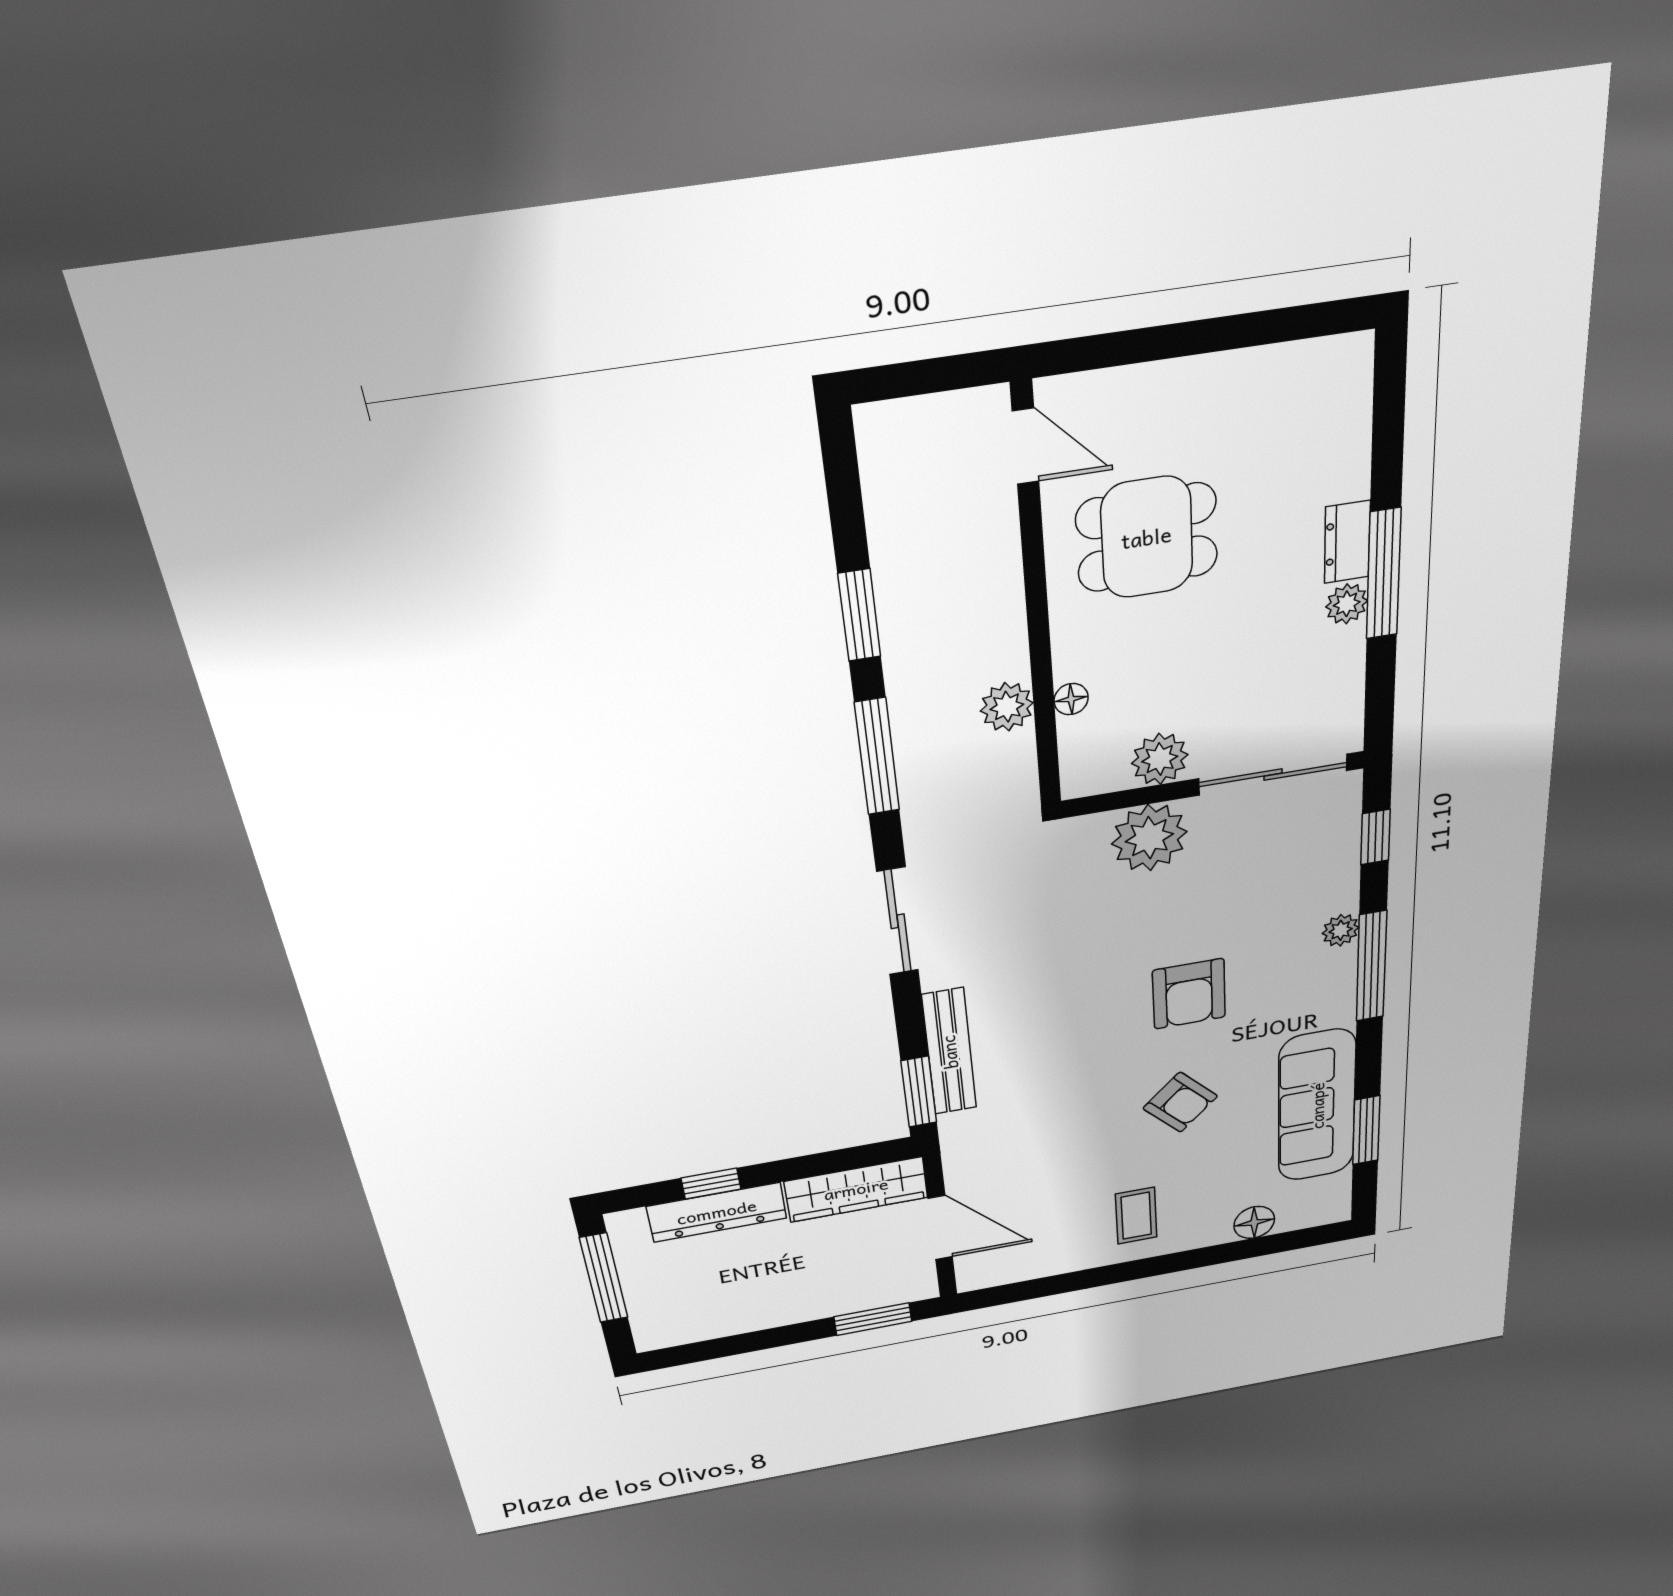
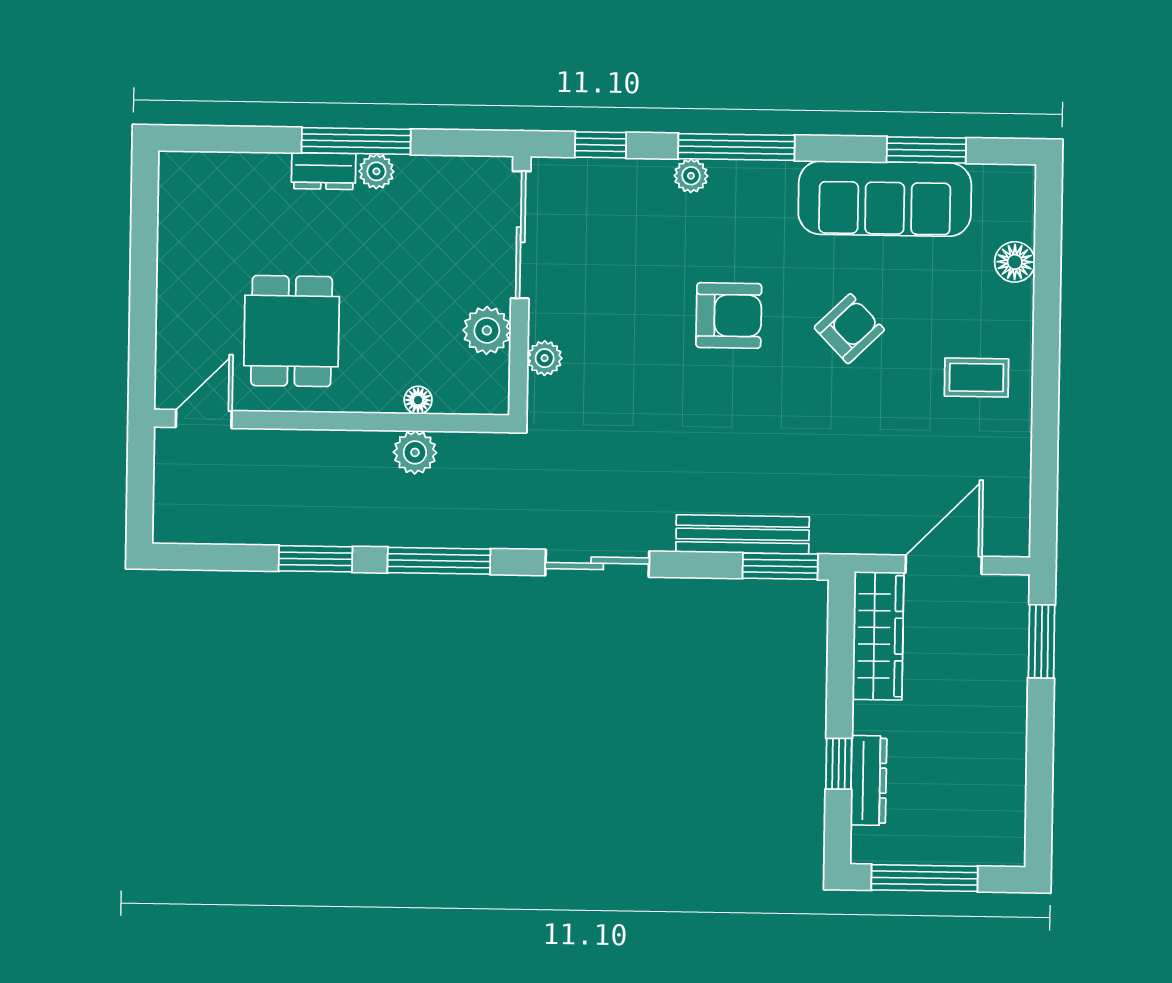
plant: (1149, 838) -> (545, 358), width x0.53, depth x0.53
dresser: (717, 1212) -> (869, 780), width x0.73, depth x0.80

